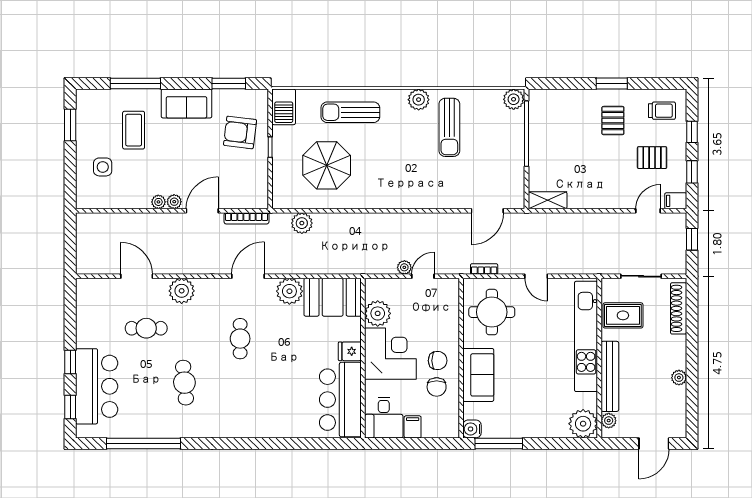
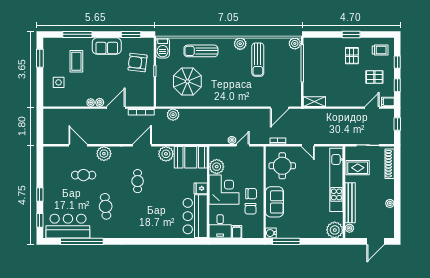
bar counter: (97, 386) -> (68, 226), moved, turned -90

